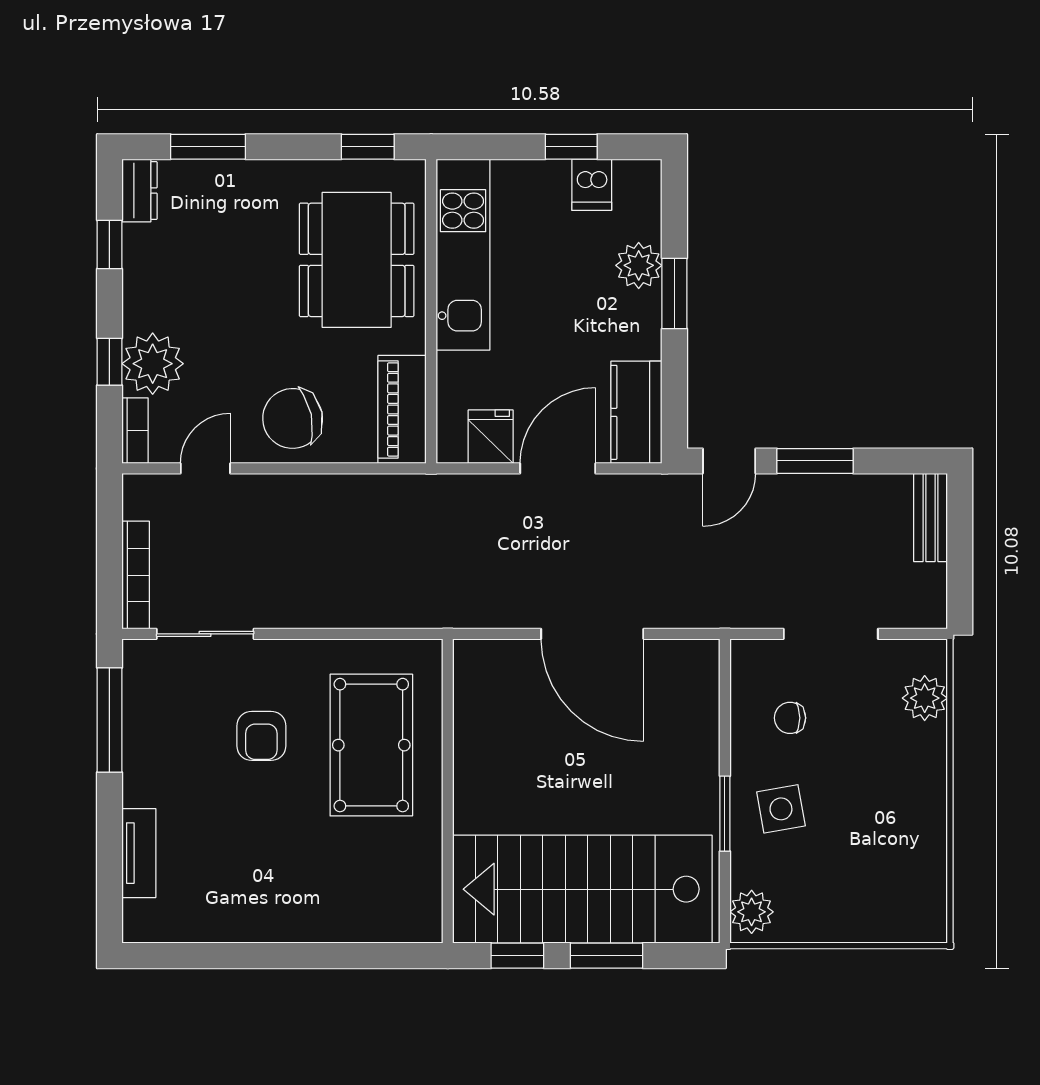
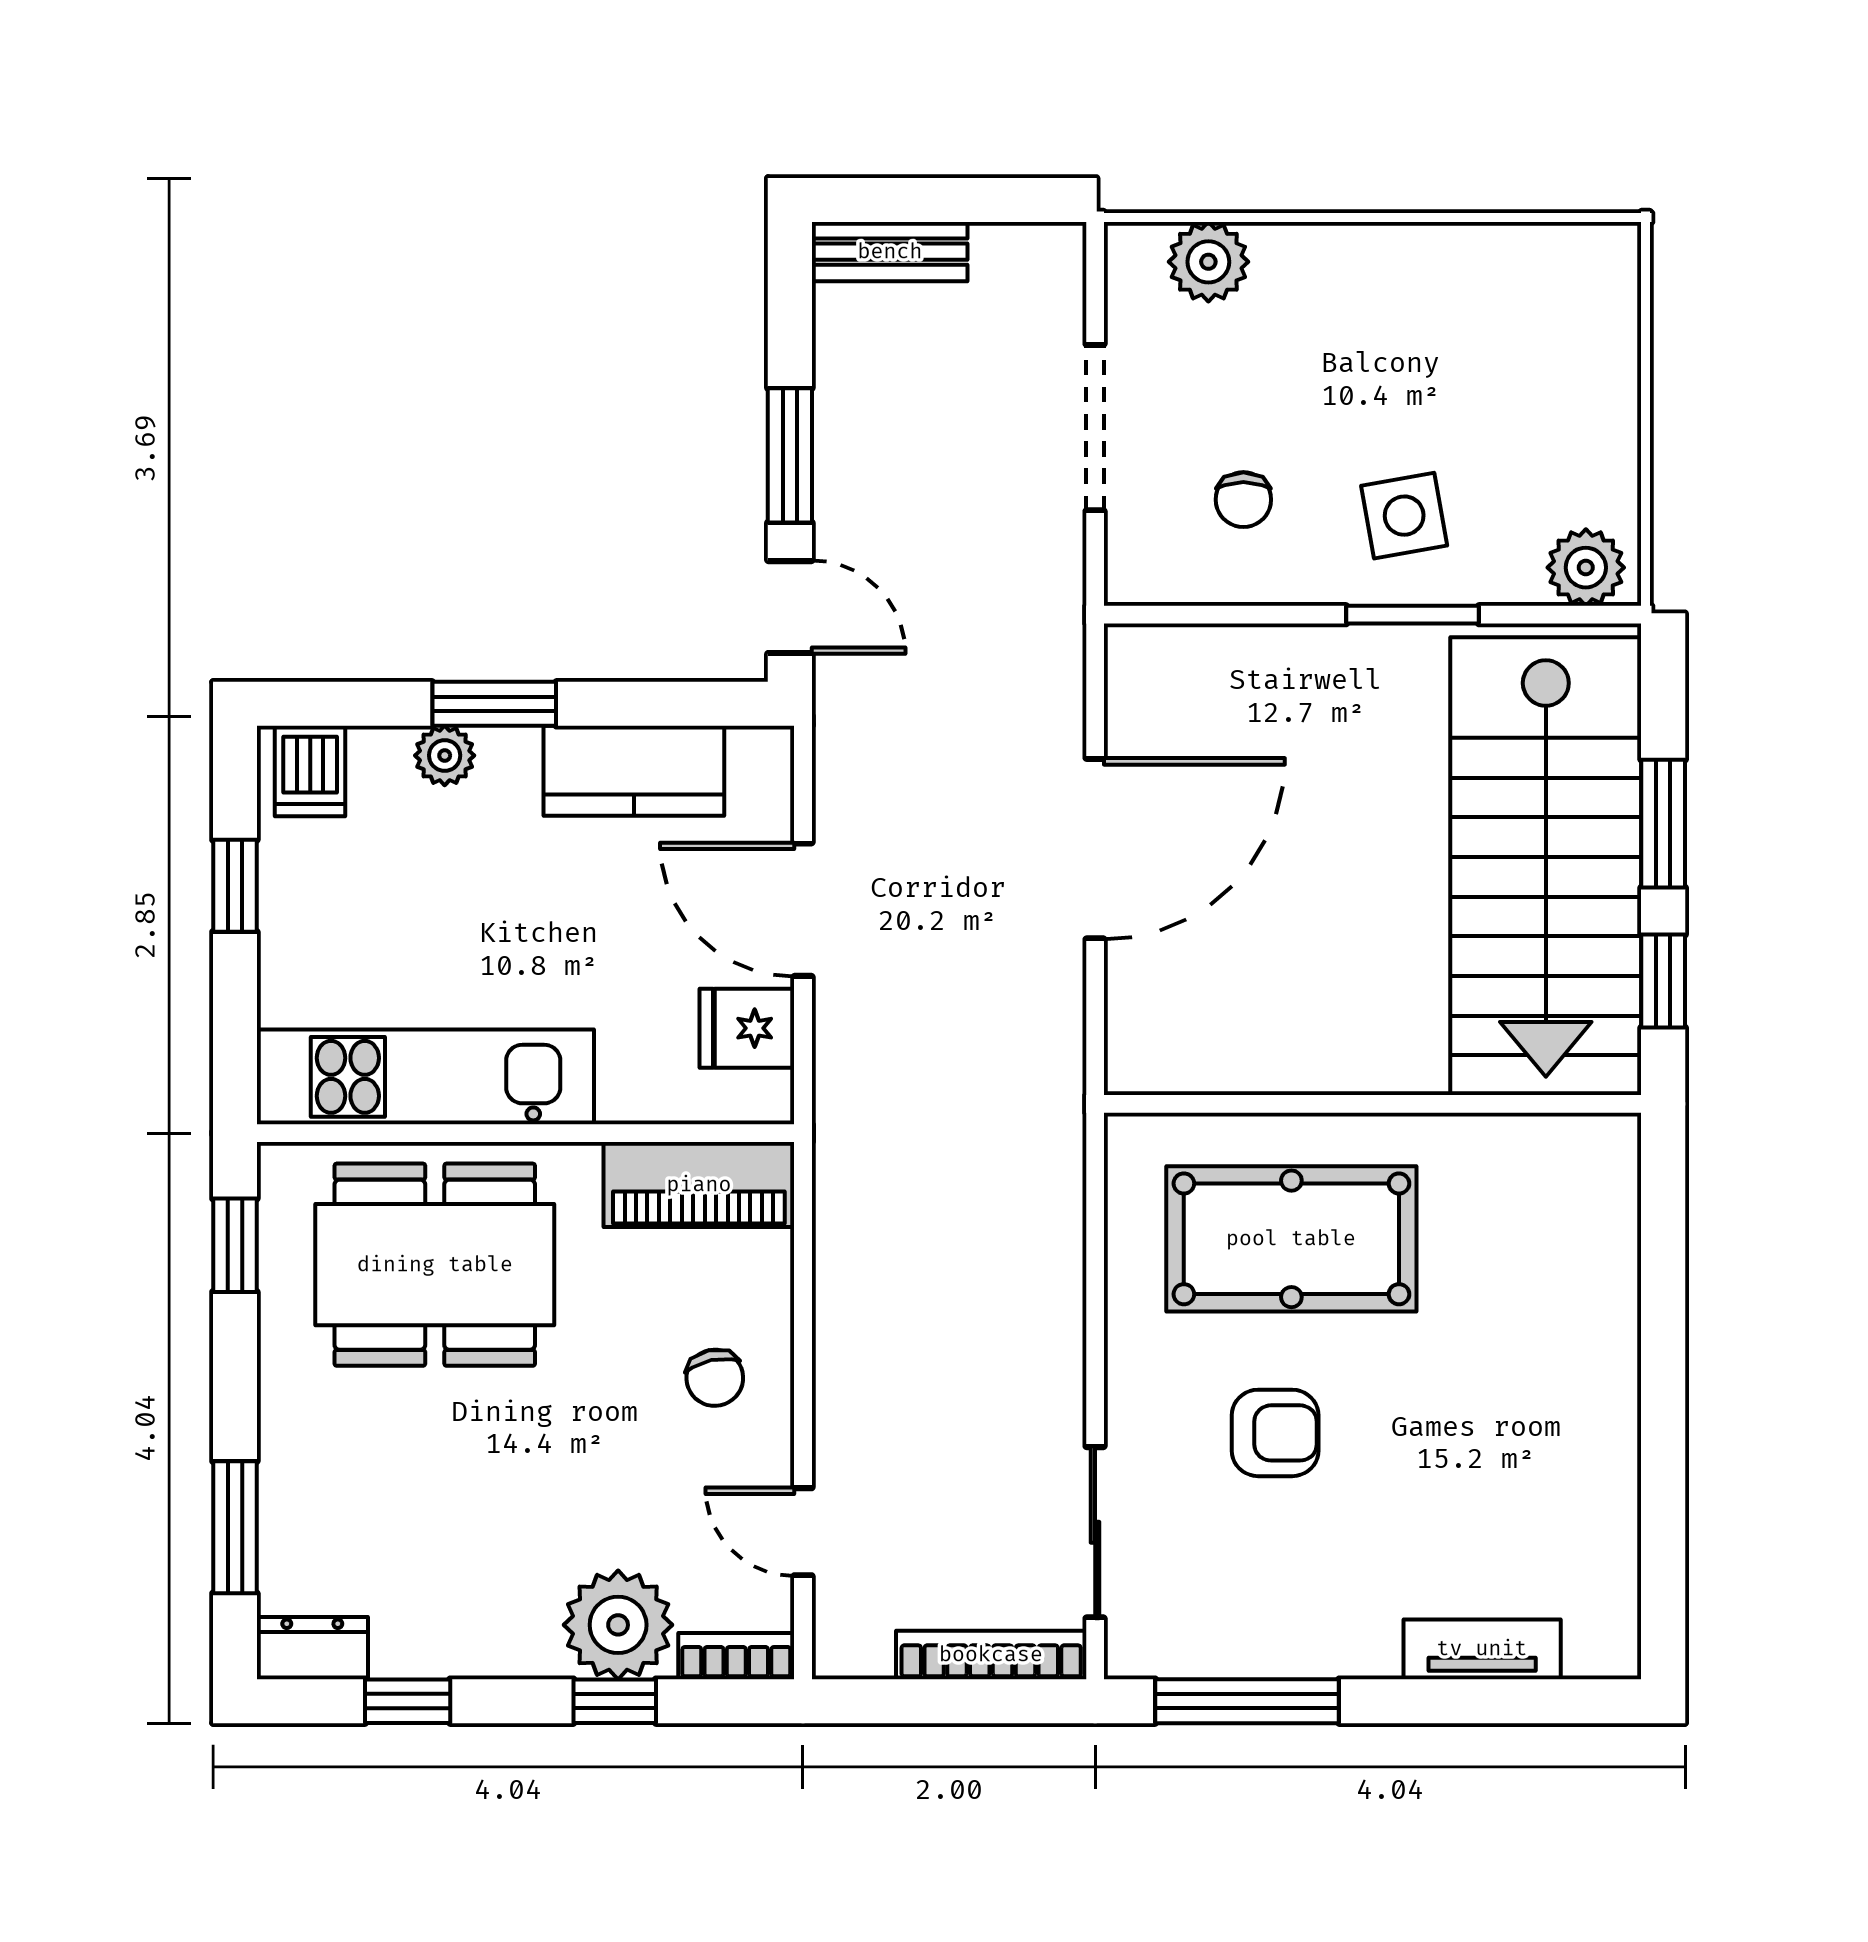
dishwasher: (592, 185) -> (310, 771), moved, turned 90
plant: (639, 265) -> (445, 755), width x0.73, depth x0.73
kitchen counter: (636, 412) -> (634, 771), moved
chair: (293, 418) -> (715, 1378), width x0.54, depth x0.54

